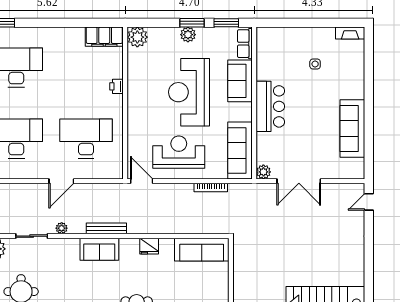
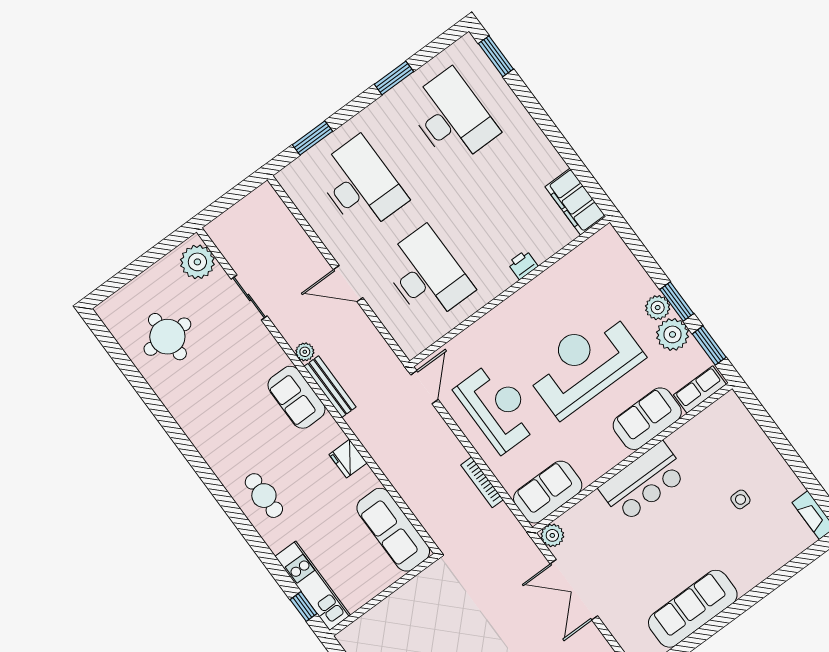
plant: (137, 37) -> (673, 334), moved
sofa: (240, 151) -> (548, 492), width x0.73
plant: (62, 228) -> (305, 352), moved

